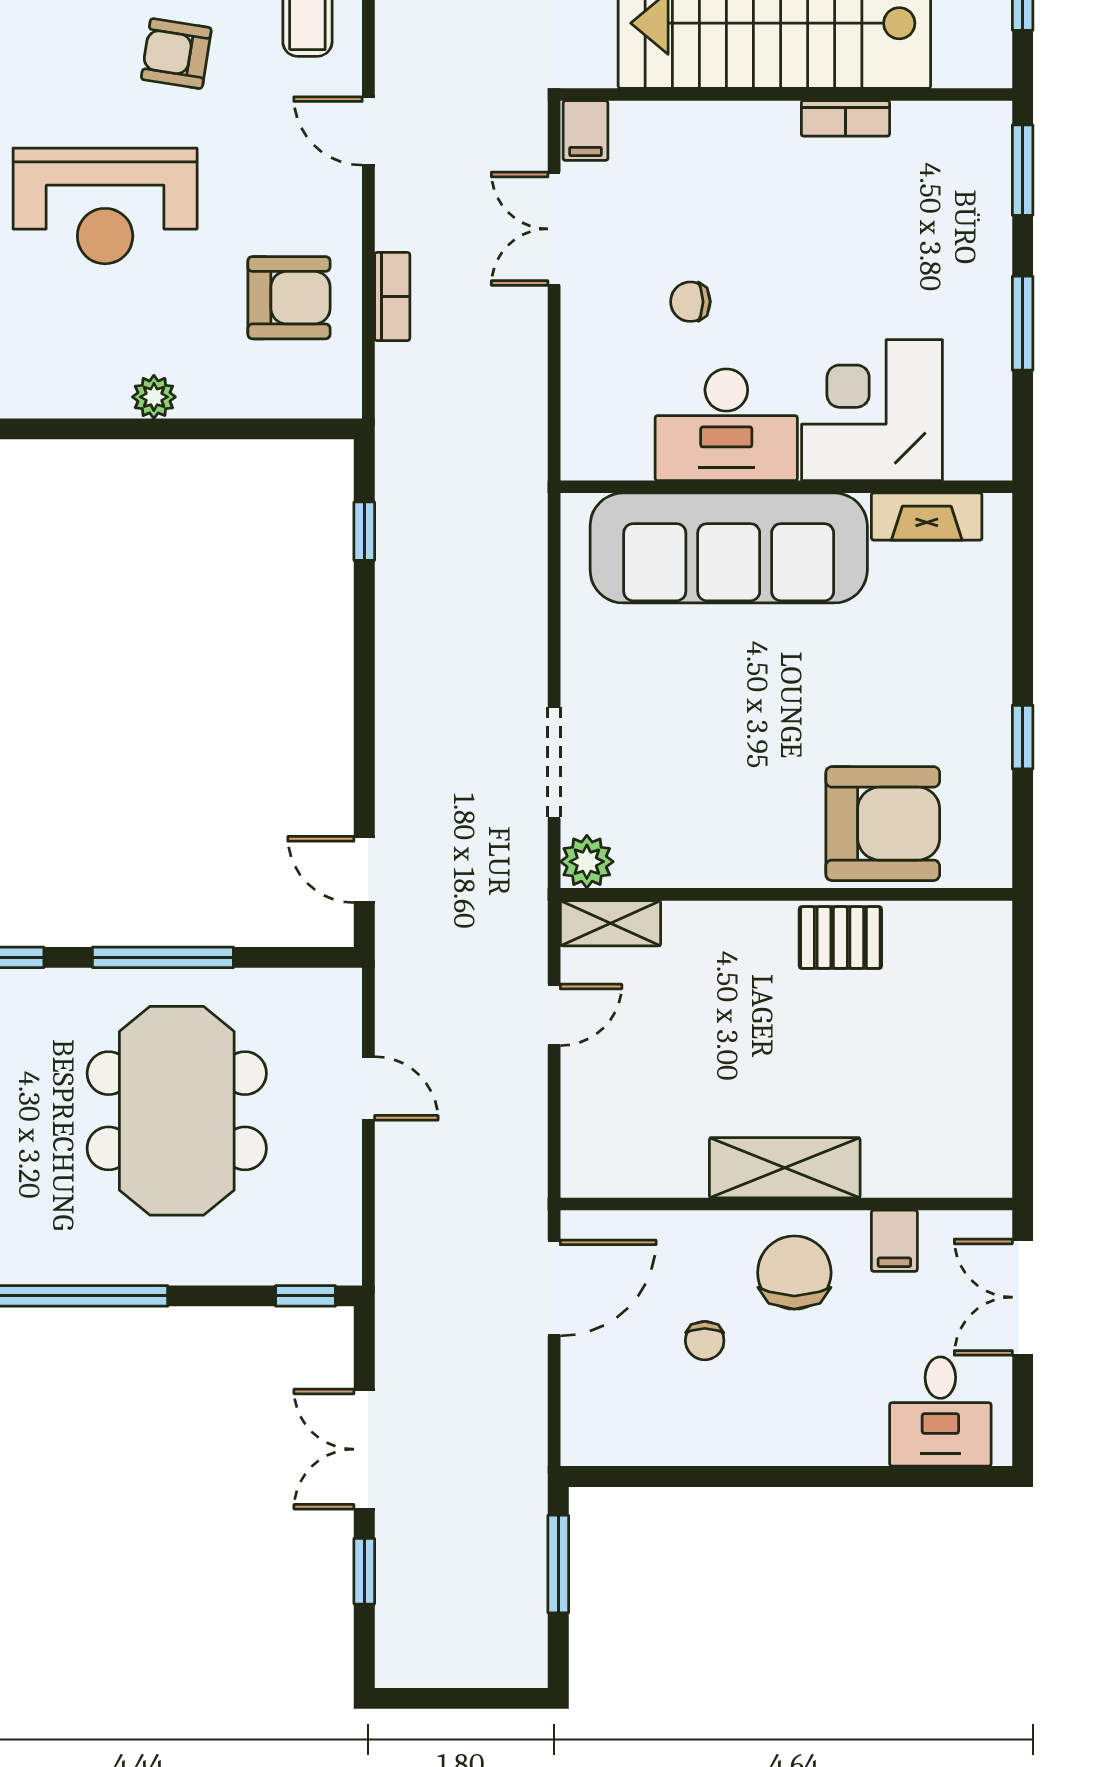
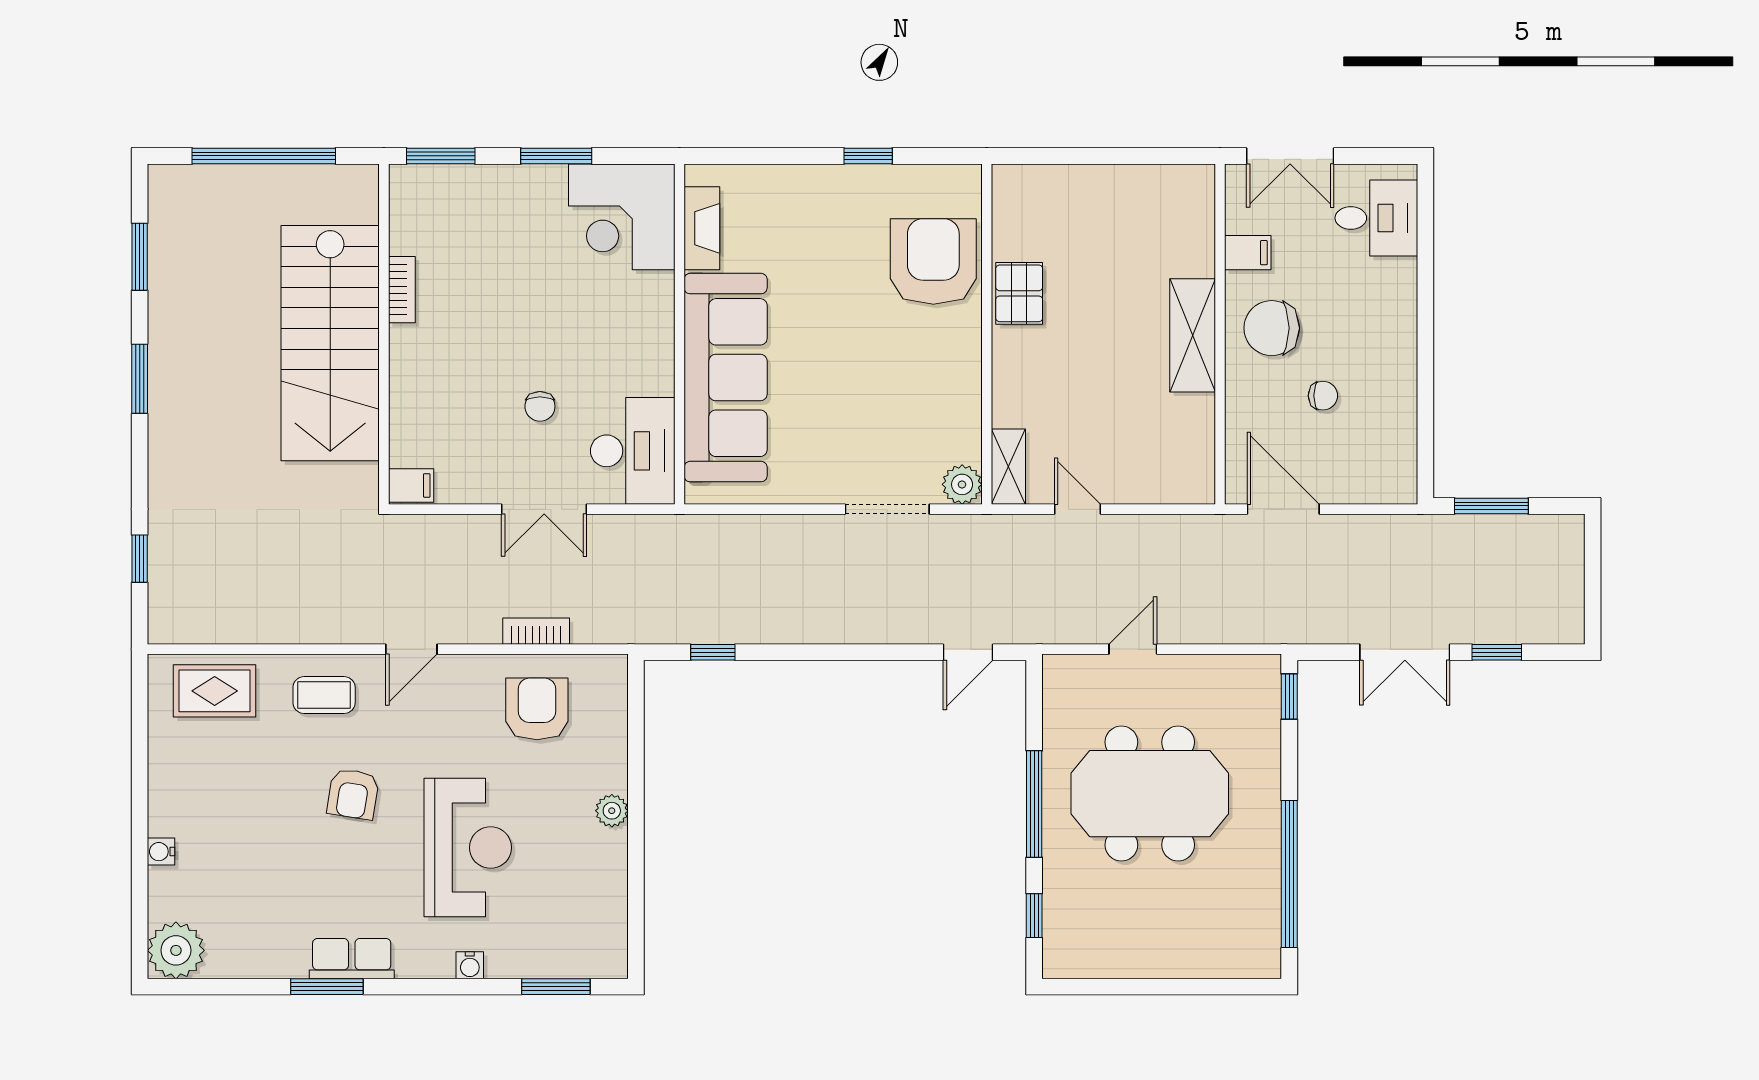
double door: (554, 229) -> (544, 509), moved
corner desk: (872, 410) -> (622, 217), moved
desk: (726, 425) -> (633, 451), moved

